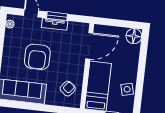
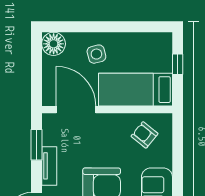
window: (57, 16) -> (36, 145), moved
side table: (127, 89) -> (96, 54), moved

